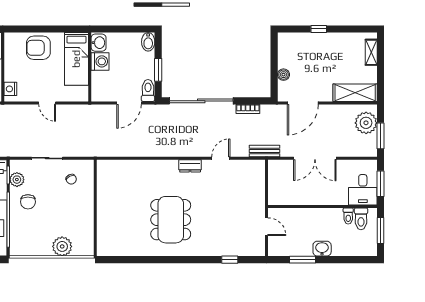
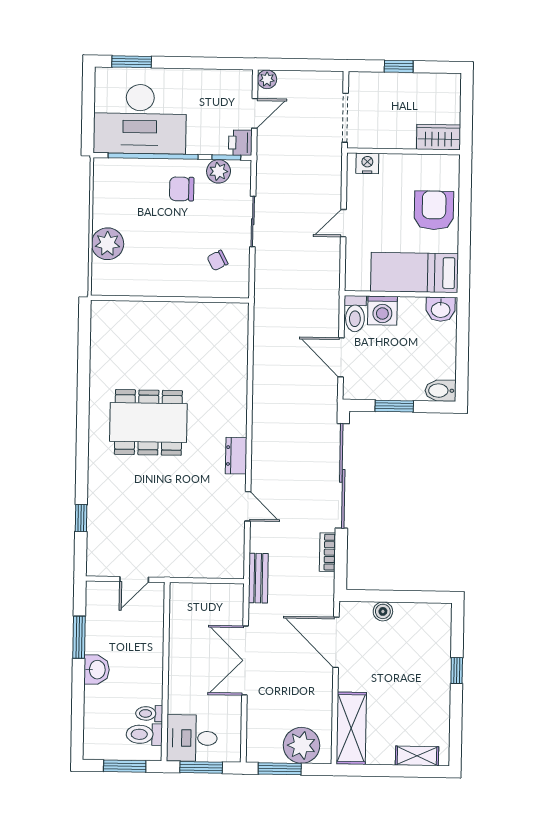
washing machine: (100, 61) -> (382, 311), moved
toilet: (148, 90) -> (355, 314), moved, turned 90

